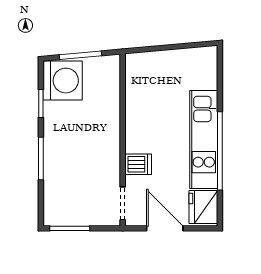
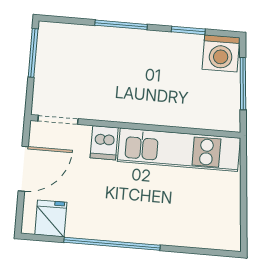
washing machine: (63, 81) -> (221, 53), width x0.73, depth x0.73
kitchen unit: (204, 139) -> (179, 150), moved, turned 180
fridge: (203, 207) -> (51, 218), width x0.72

